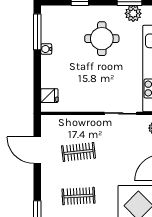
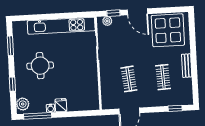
plant: (133, 13) -> (23, 104), moved
fridge: (49, 96) -> (61, 105), moved

